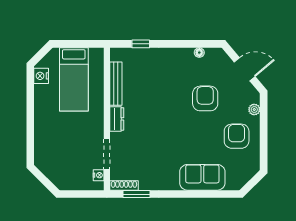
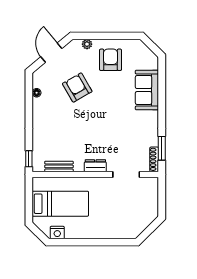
window: (141, 44) -> (29, 159), moved
bench: (116, 84) -> (59, 166), width x0.73
armchair: (205, 98) -> (77, 87), turned 60
armchair: (237, 136) -> (111, 60), turned 90
nightstand: (99, 175) -> (145, 182), removed

